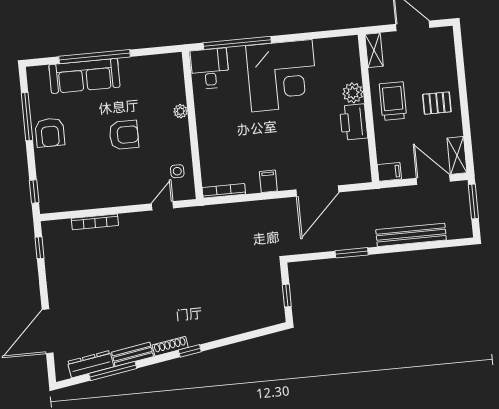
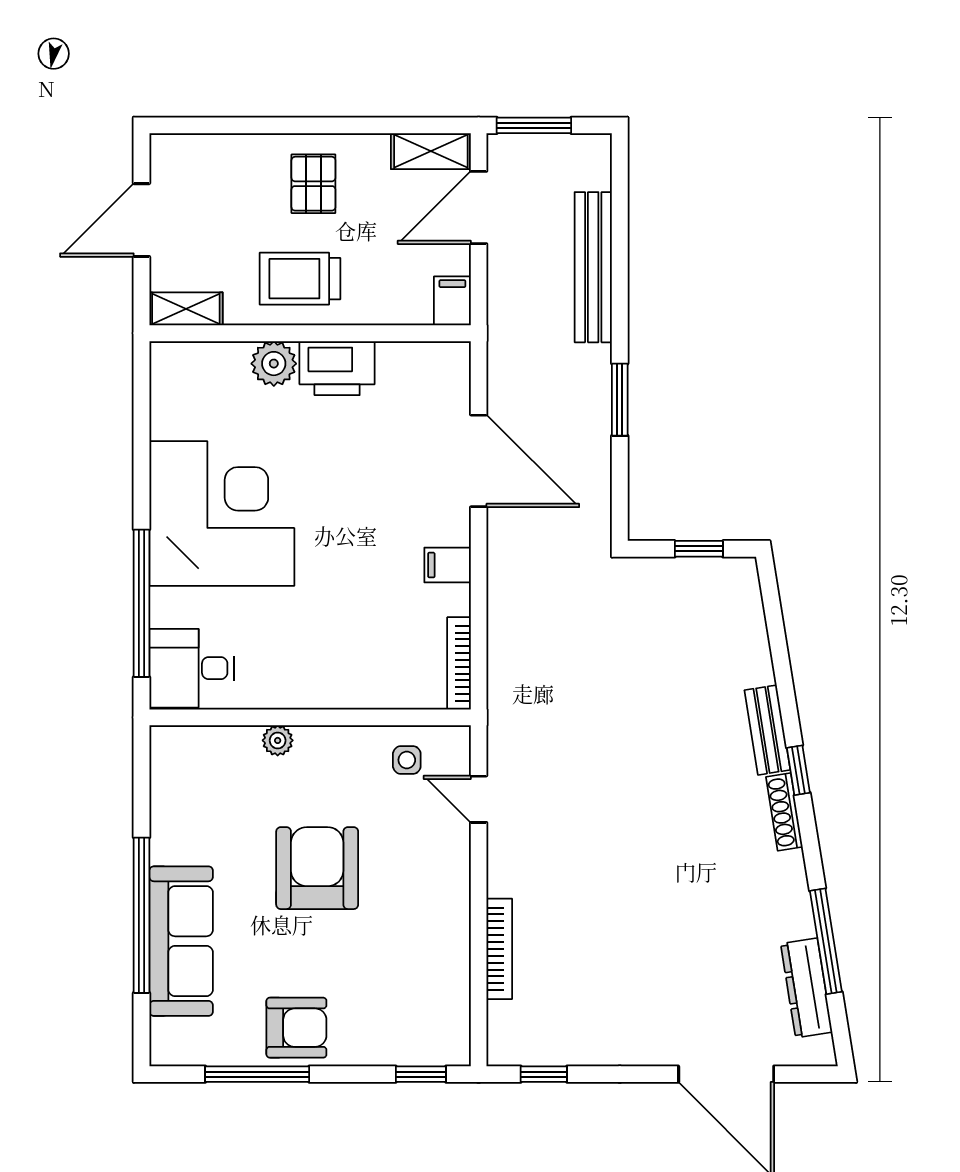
armchair: (124, 135) -> (317, 868), width x1.36, depth x1.36
bench: (133, 354) -> (767, 730), moved

